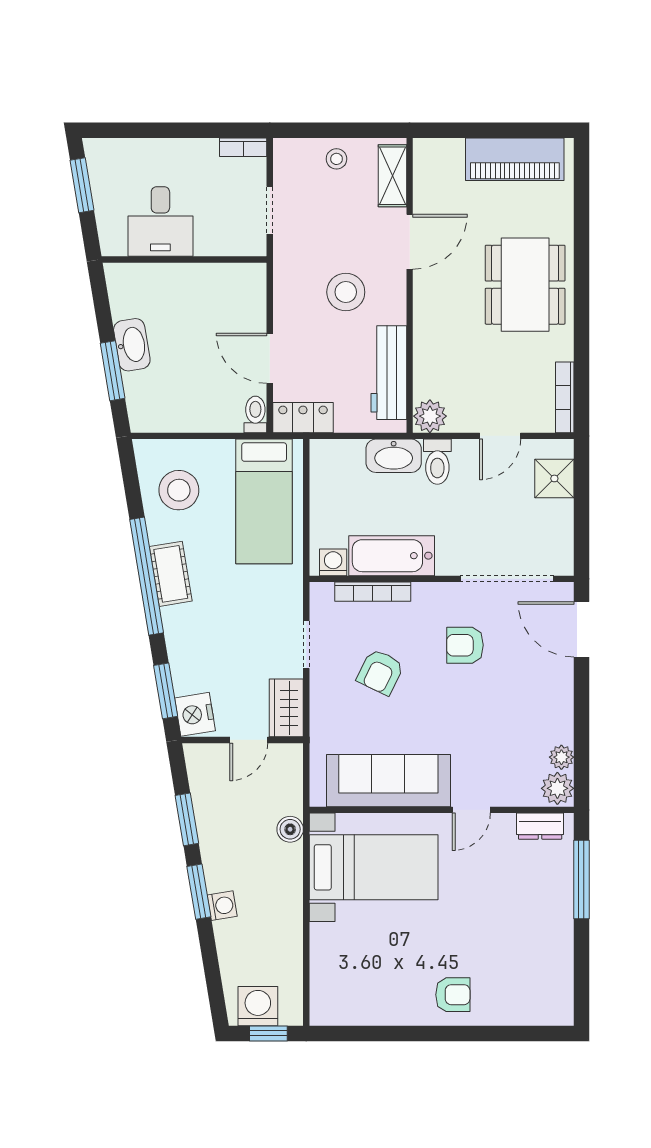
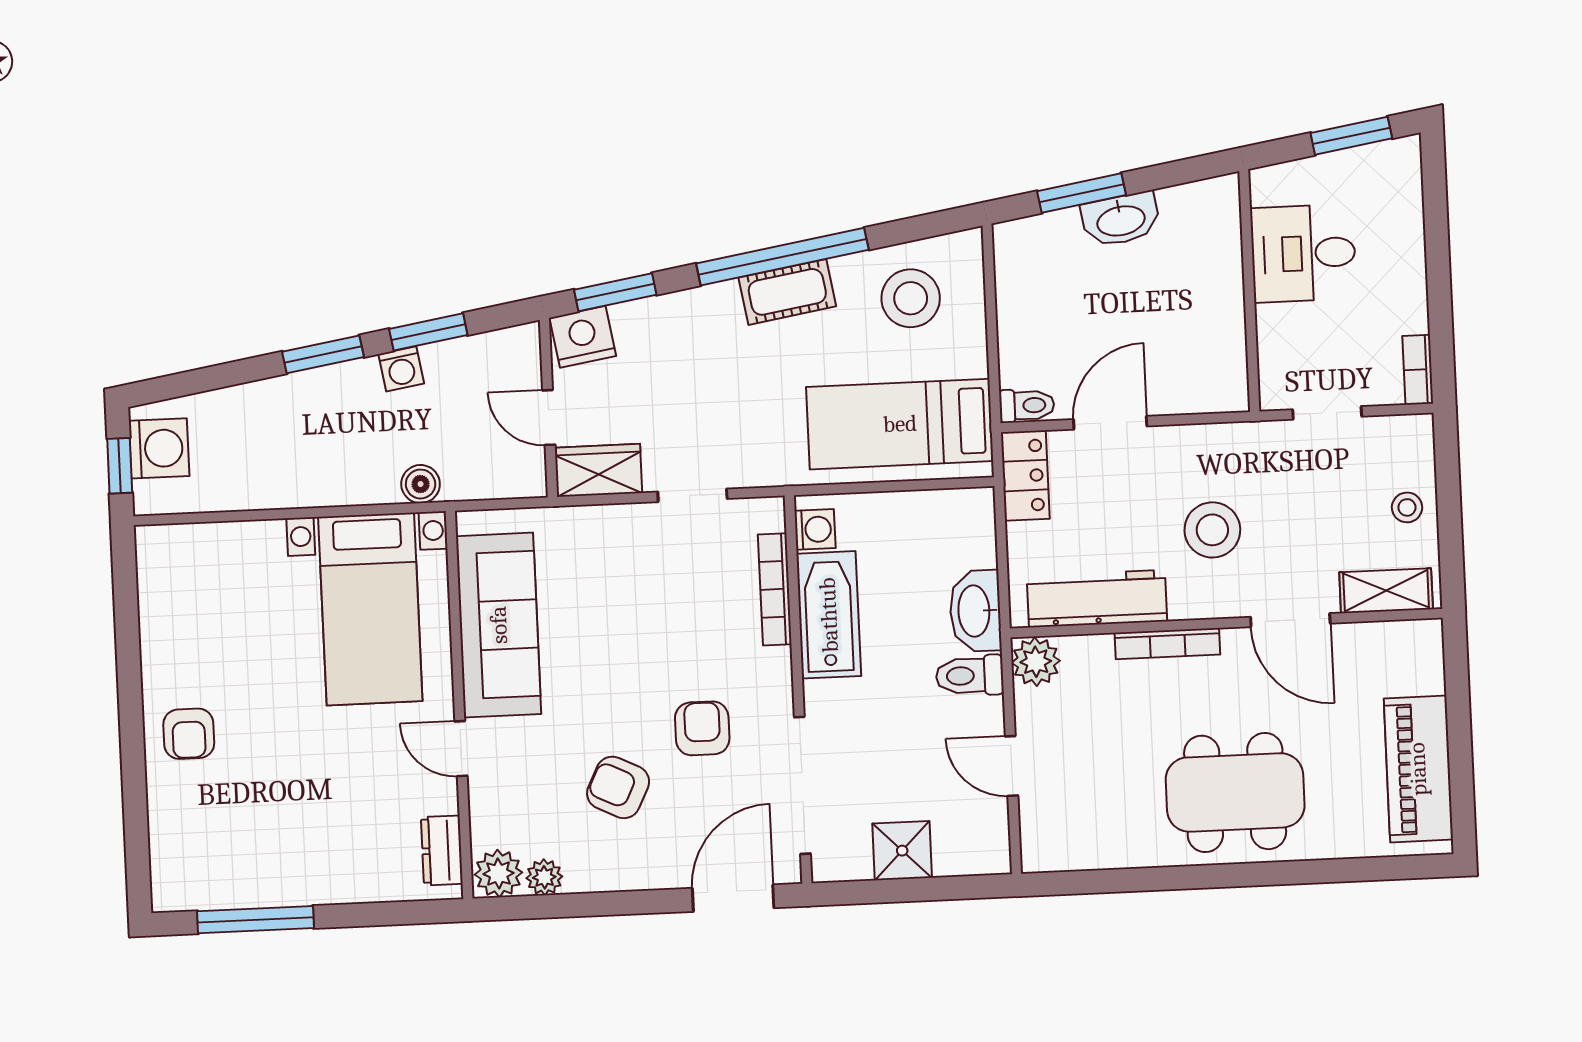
bookcase: (565, 397) -> (1167, 644), moved, turned 180
shower: (554, 478) -> (902, 851), moved
armchair: (380, 672) -> (618, 787), moved
window: (581, 880) -> (255, 920), moved
washing machine: (222, 906) -> (401, 369), moved

